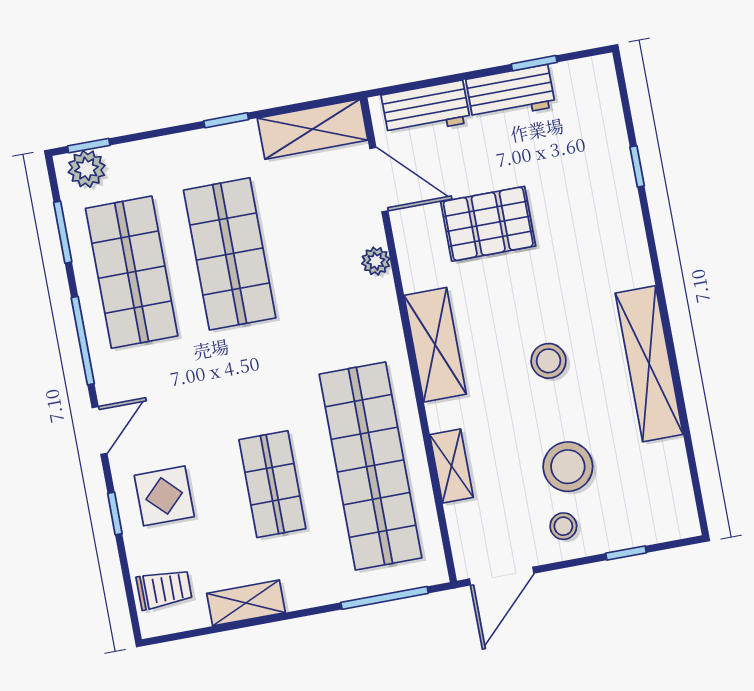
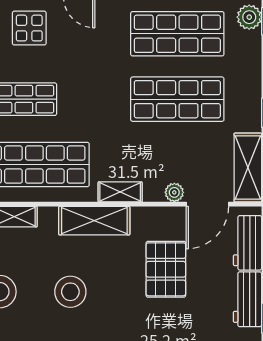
plant: (376, 261) -> (174, 192), moved
shelving: (385, 314) -> (120, 192), added
stool: (549, 361) -> (70, 292), width x1.38, depth x1.38

